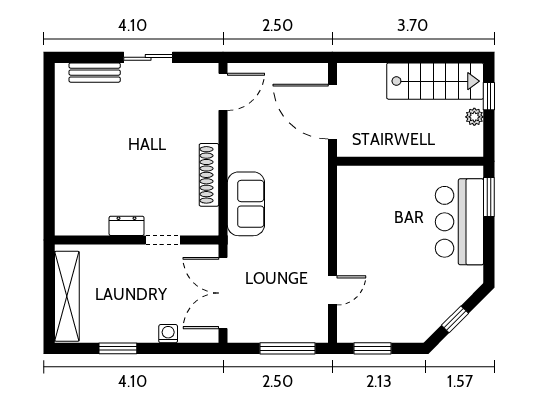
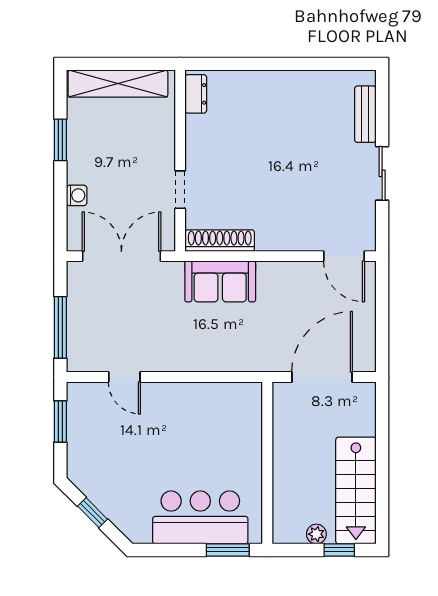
shoe rack: (209, 175) -> (220, 241), moved
dresser: (127, 226) -> (196, 94), moved

